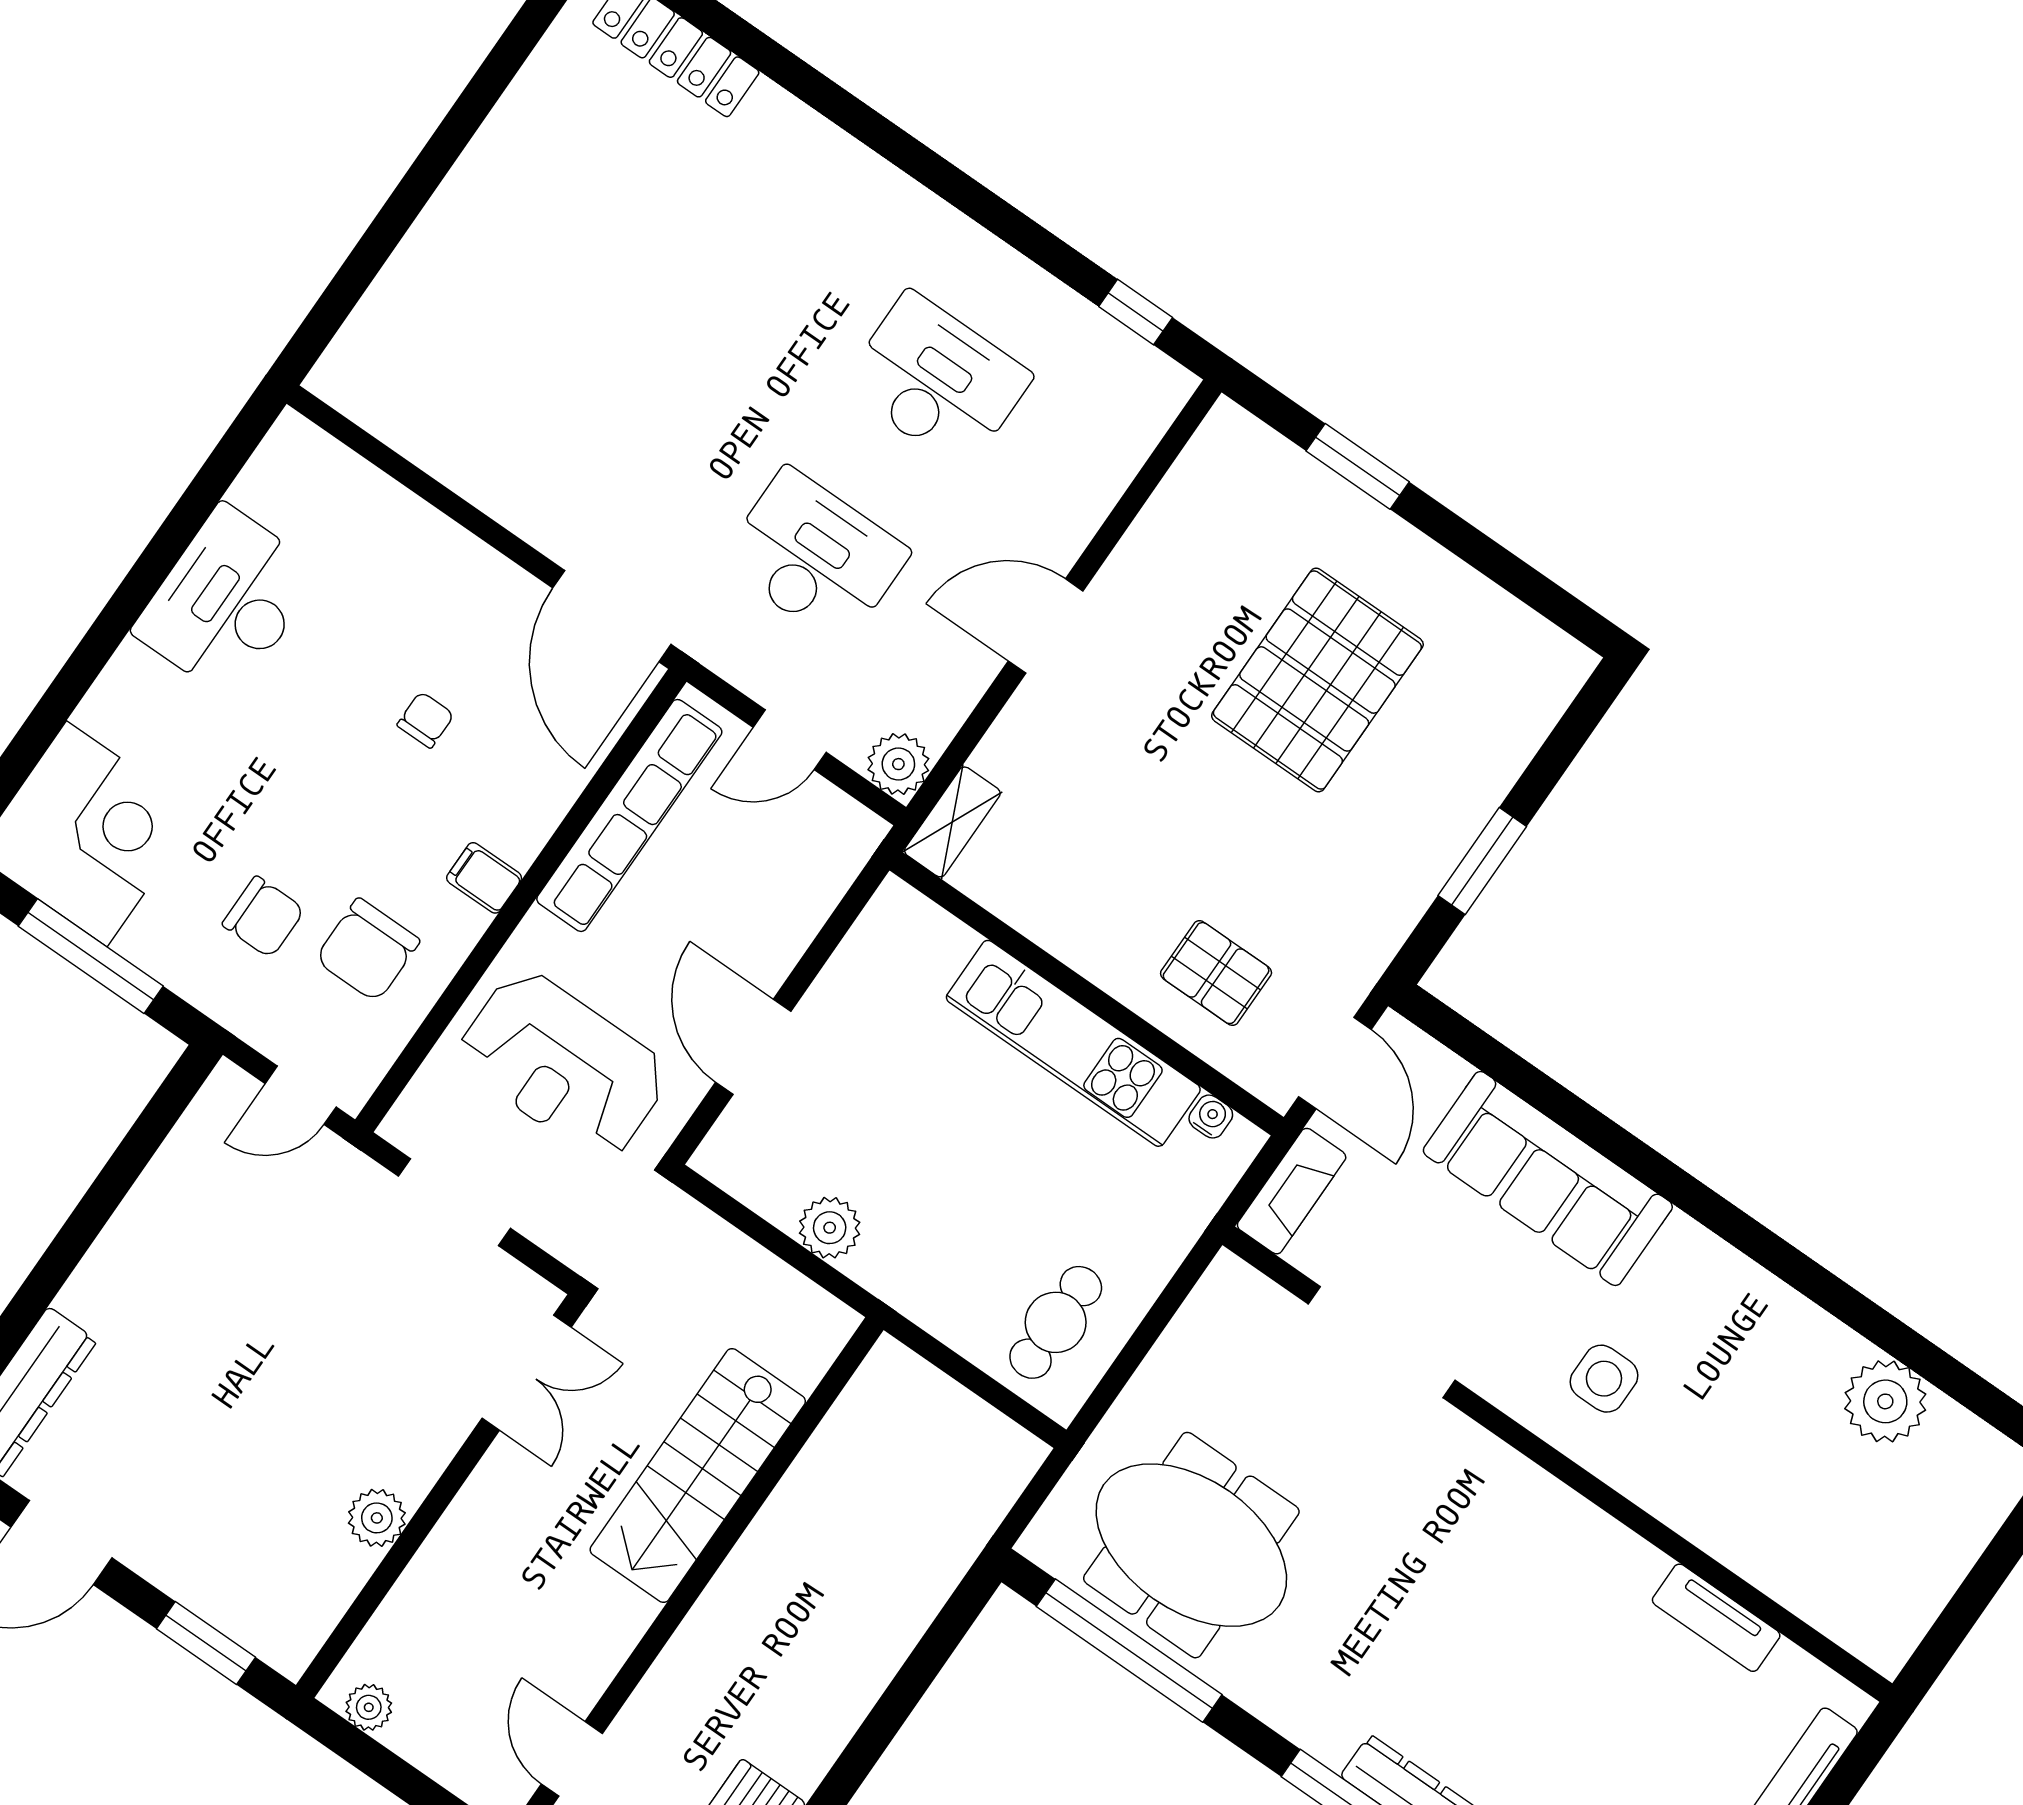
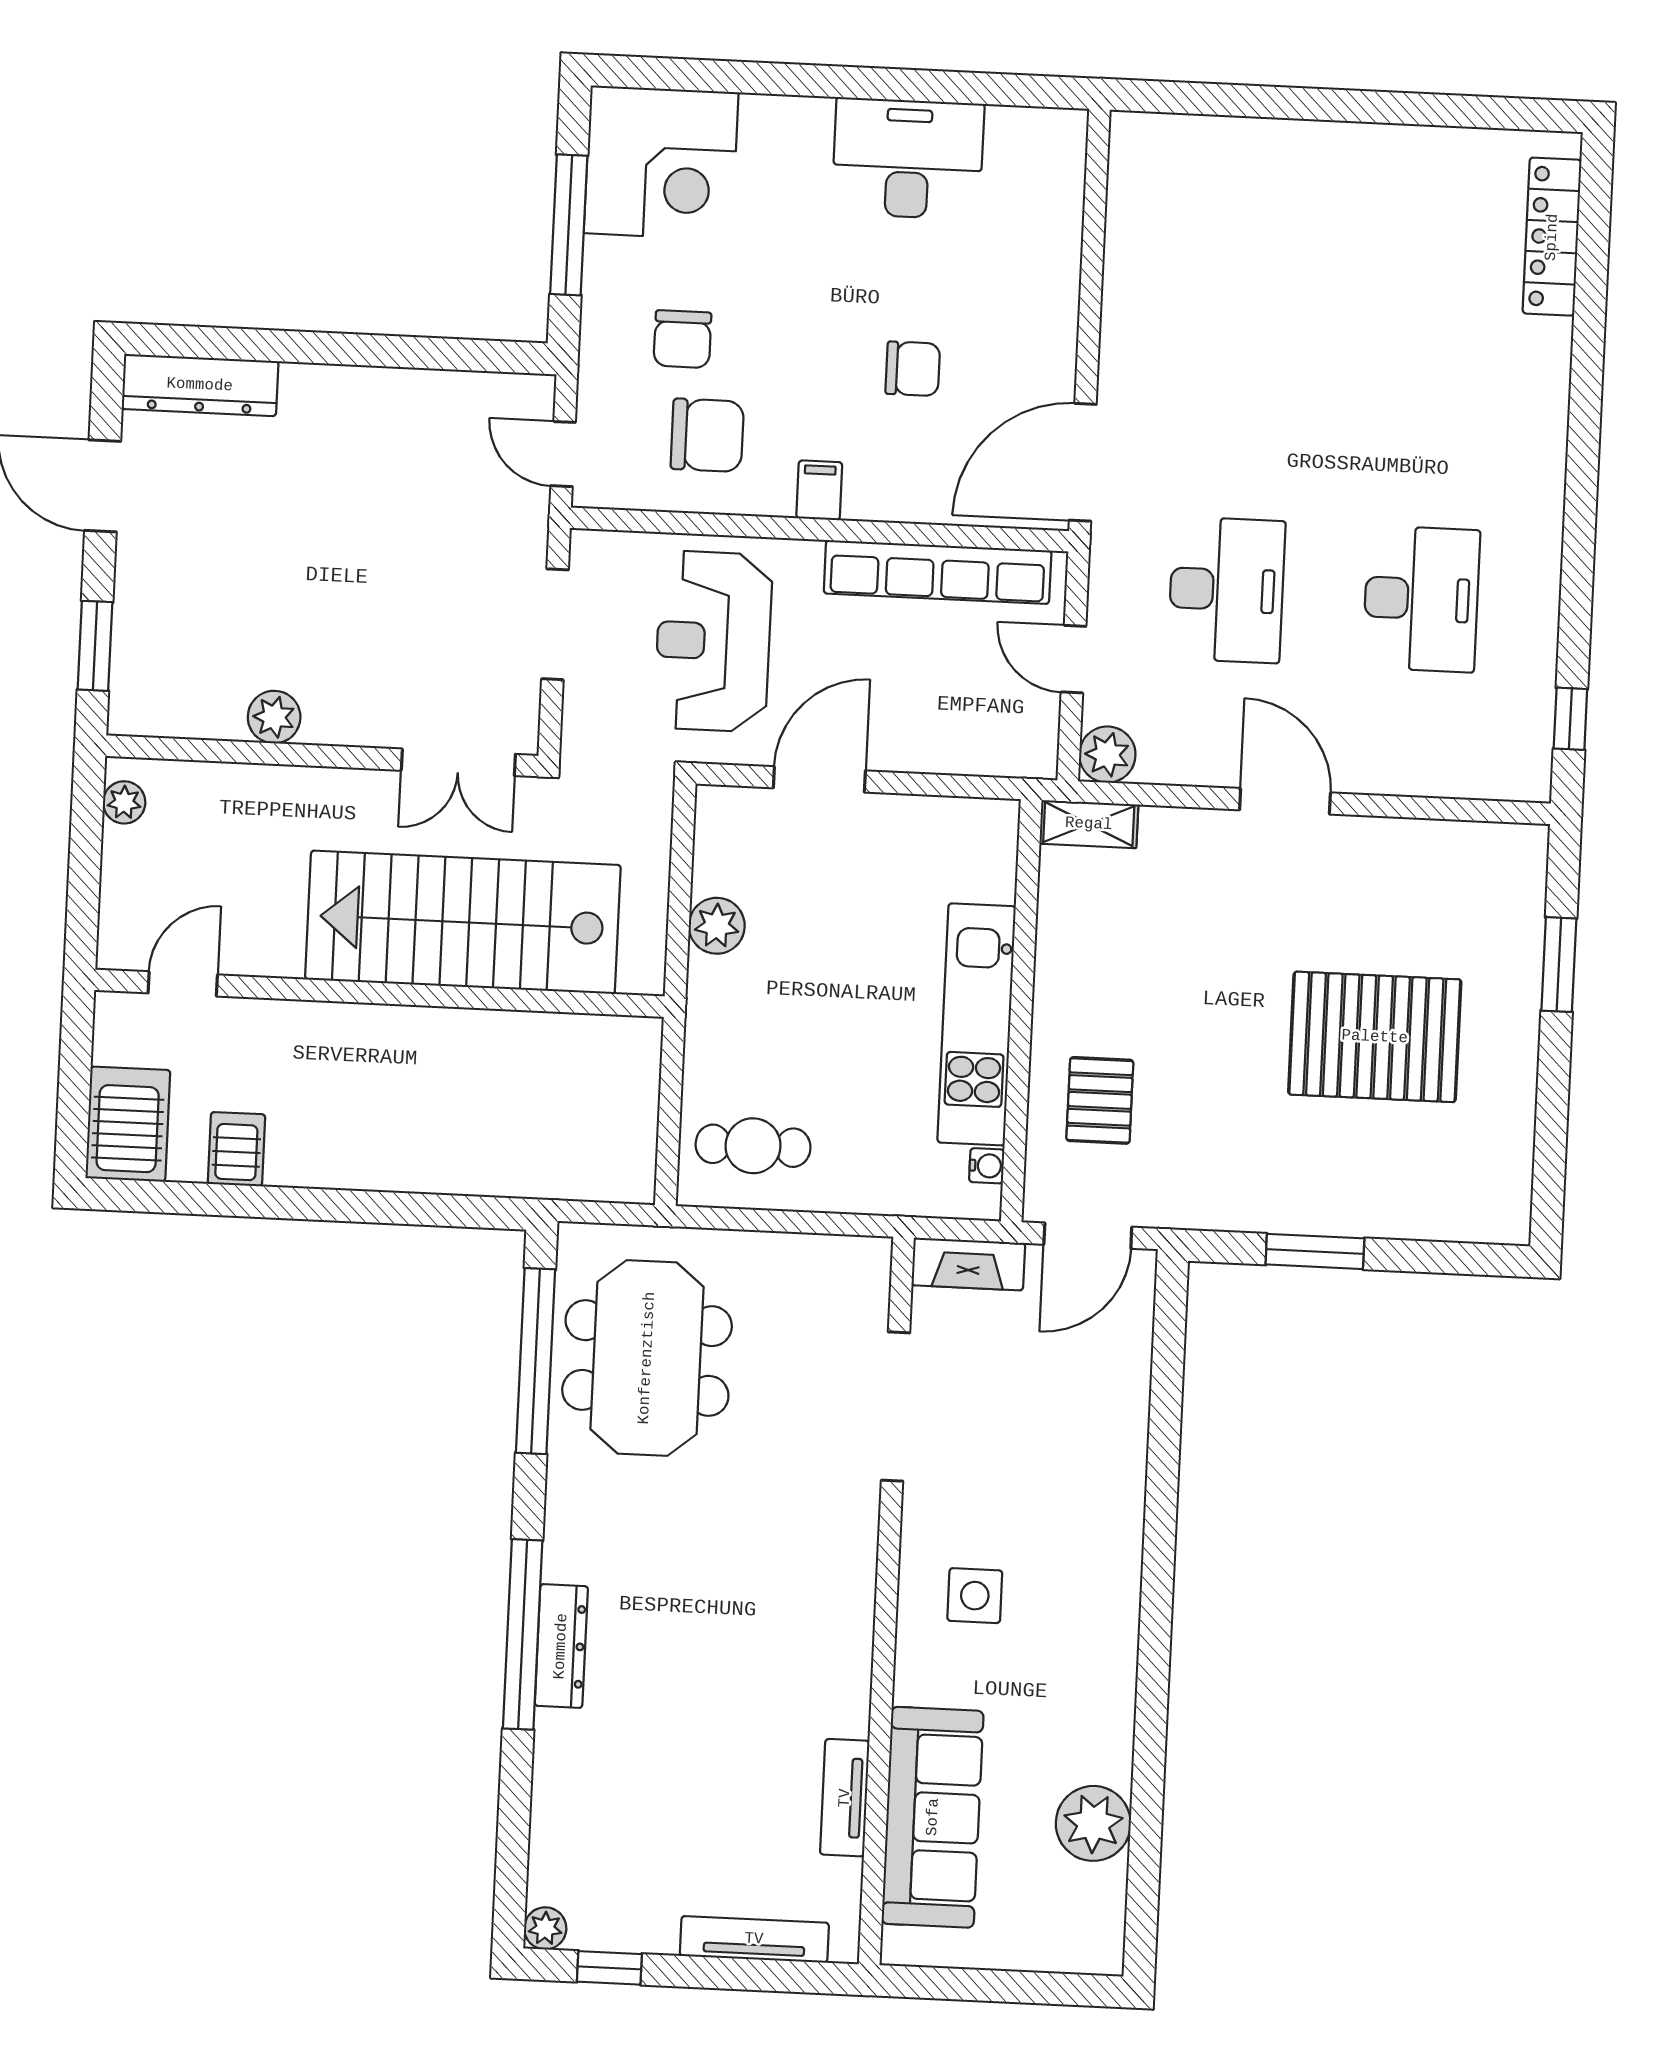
chair: (426, 720) -> (913, 369), width x1.37, depth x1.37
chair: (367, 950) -> (707, 435), turned 180
sofa: (1548, 1179) -> (933, 1817), moved, turned 180
stairs: (698, 1475) -> (463, 922), width x1.36, depth x1.51

